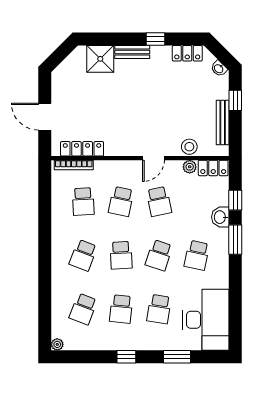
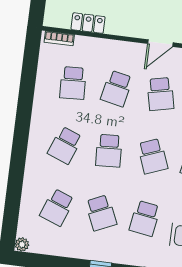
locker: (82, 149) -> (88, 23), width x0.66
bookcase: (74, 165) -> (59, 38), width x0.64
school desk: (159, 255) -> (153, 156), turned -39
school desk: (121, 309) -> (101, 213), turned -30

